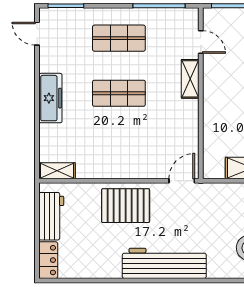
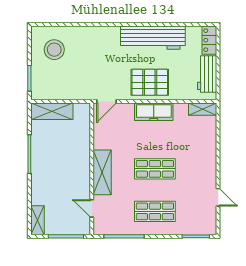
door: (37, 34) -> (218, 197), moved
shelving: (190, 79) -> (102, 172), width x1.50, depth x1.33
freezer: (50, 98) -> (154, 112), moved, turned -90
workbench: (164, 263) -> (153, 38), moved

